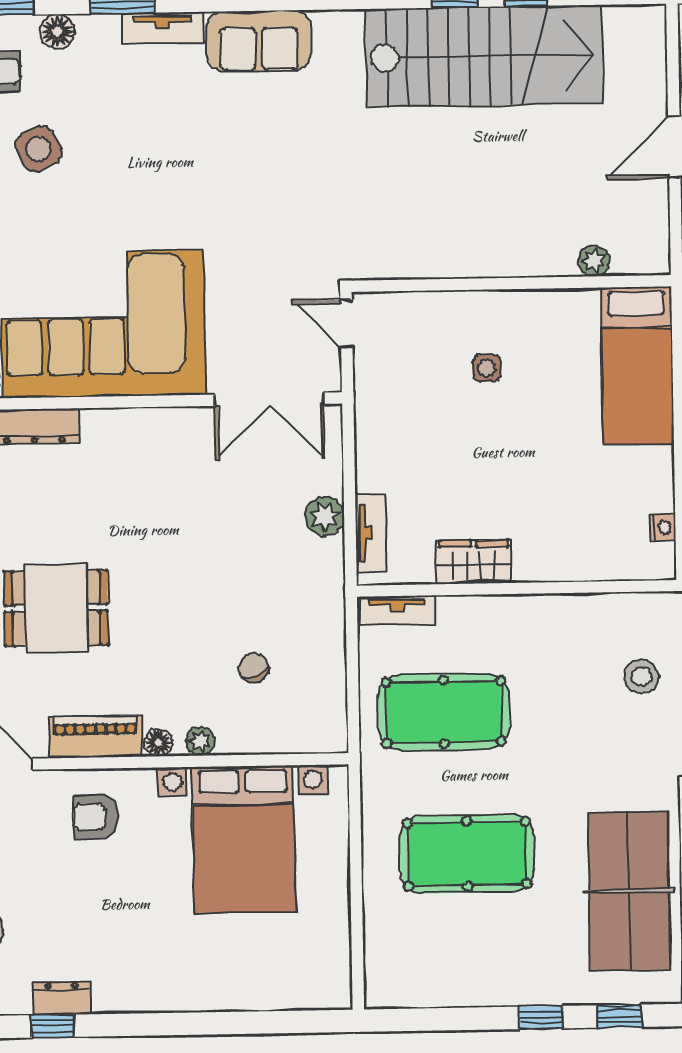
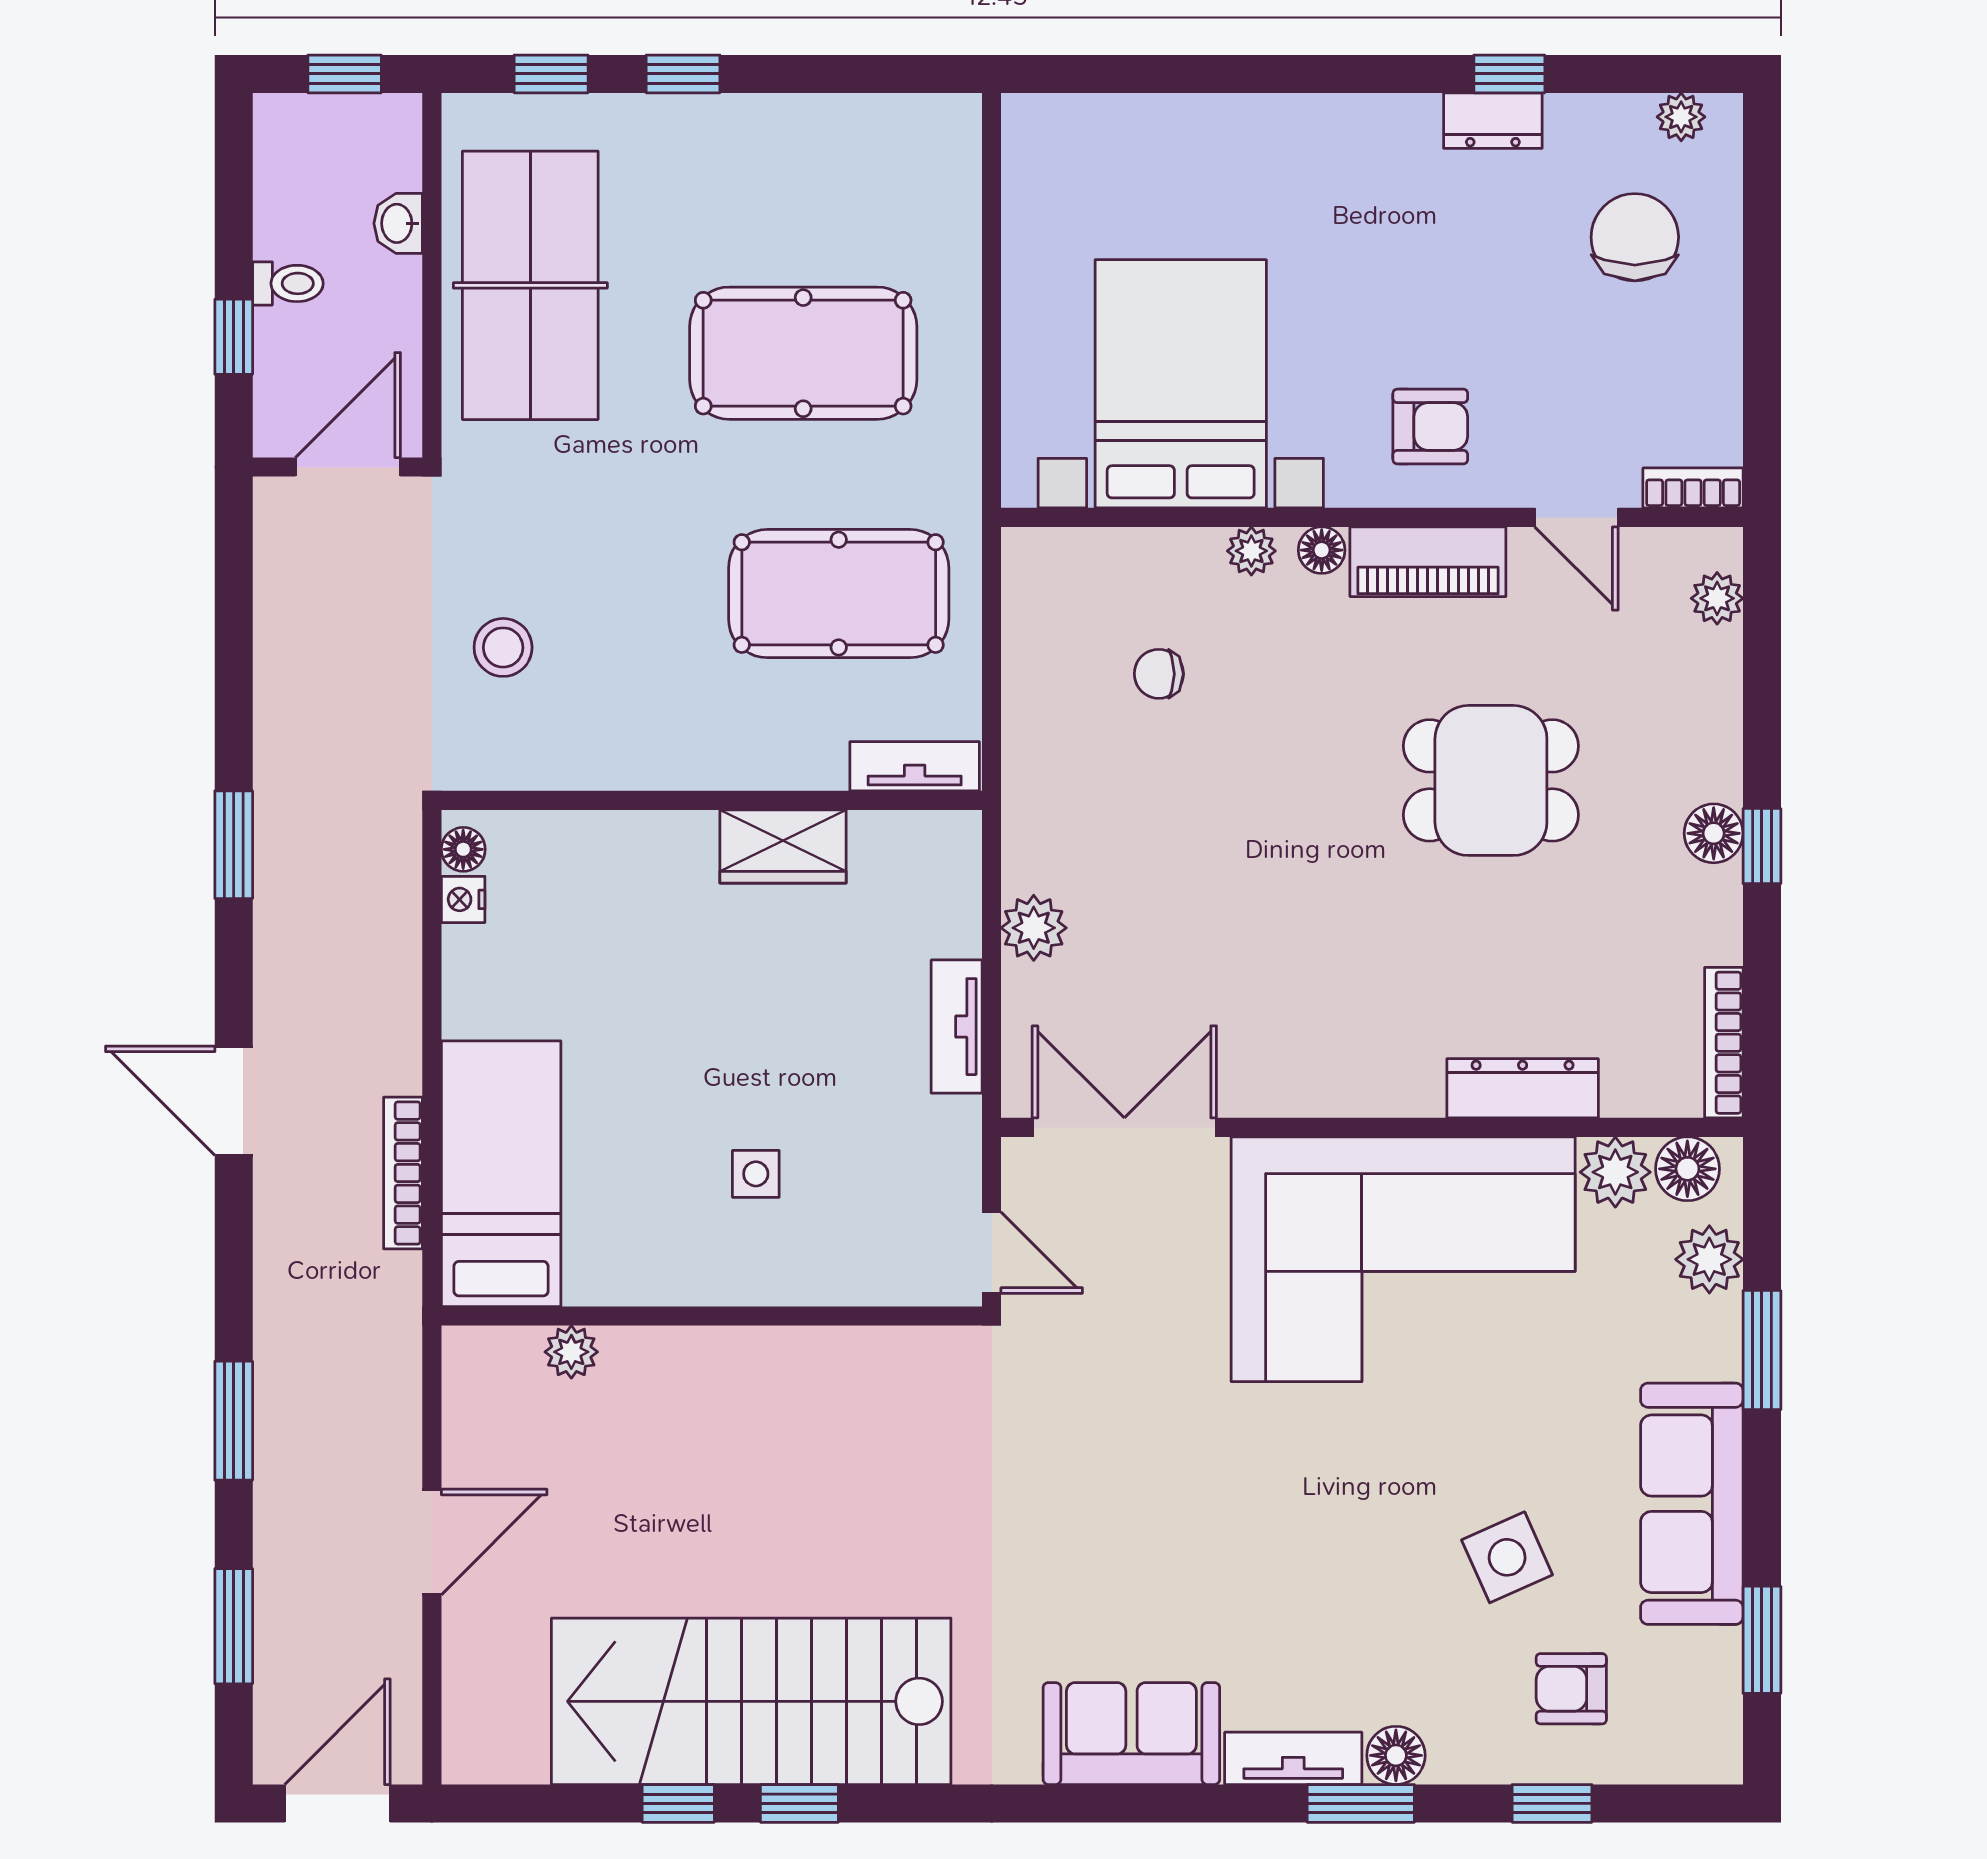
floor lamp: (57, 32) -> (1396, 1755), moved
tv unit: (371, 533) -> (957, 1027), moved
floor lamp: (663, 557) -> (463, 849), added
chair: (253, 668) -> (1159, 674), turned 114

